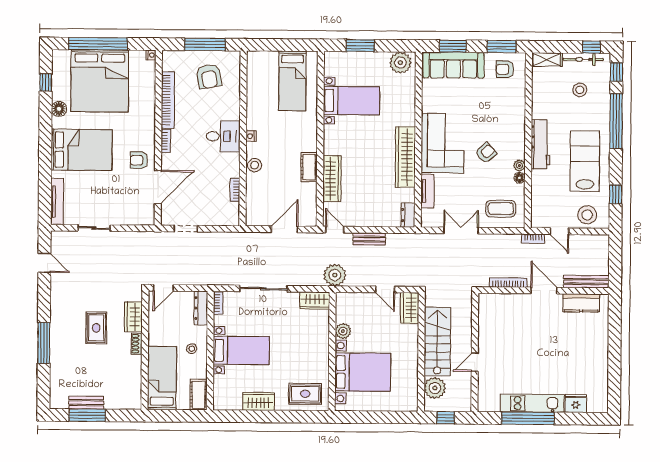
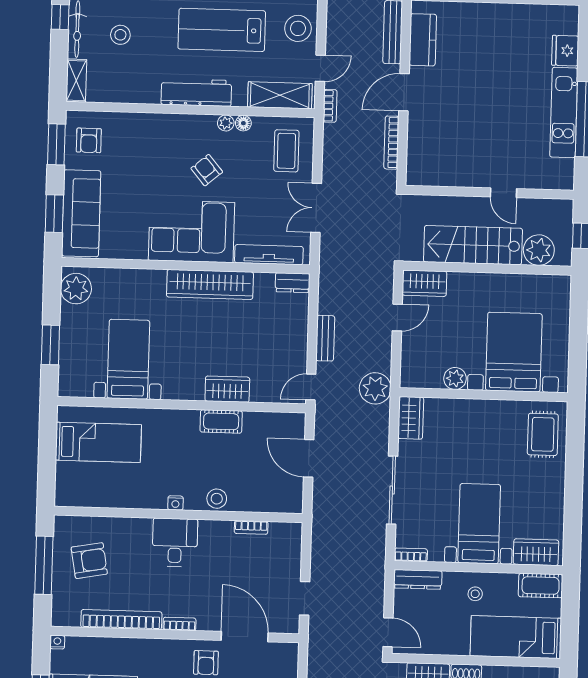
wardrobe: (332, 179) -> (227, 389), width x0.67
tv unit: (427, 191) -> (269, 255), width x1.41
shelving: (540, 203) -> (280, 95), added
wardrobe: (258, 401) -> (536, 552), moved, turned 90

